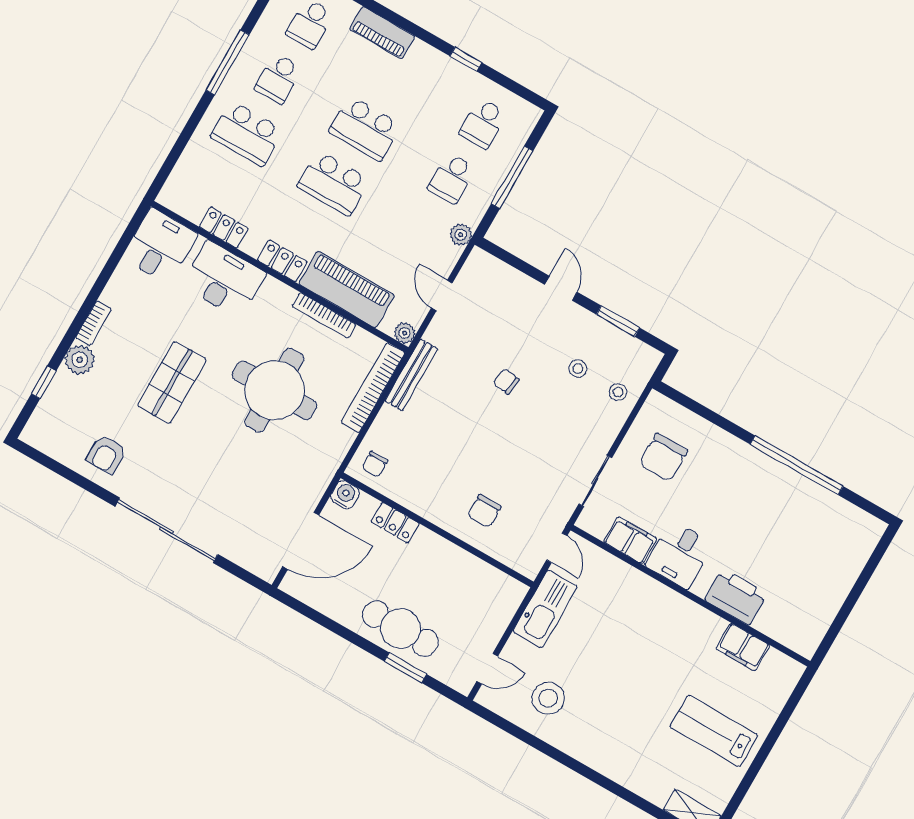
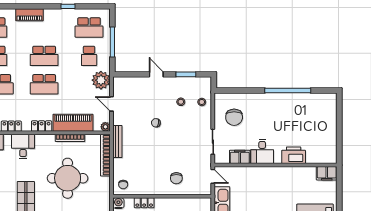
school desk: (483, 123) -> (89, 27), width x1.85
plant: (461, 235) -> (101, 80), width x1.88, depth x1.88
desk: (224, 280) -> (23, 146), width x0.73
filing cabinet: (743, 647) -> (327, 173), moved

